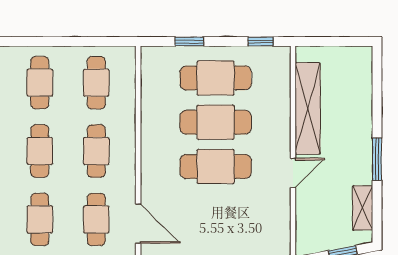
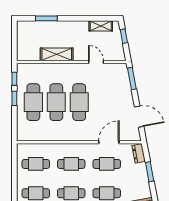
window: (189, 41) -> (14, 98), moved
shelving: (308, 108) -> (57, 54), width x0.68
window: (377, 159) -> (46, 18), moved
door: (293, 173) -> (96, 62), moved

